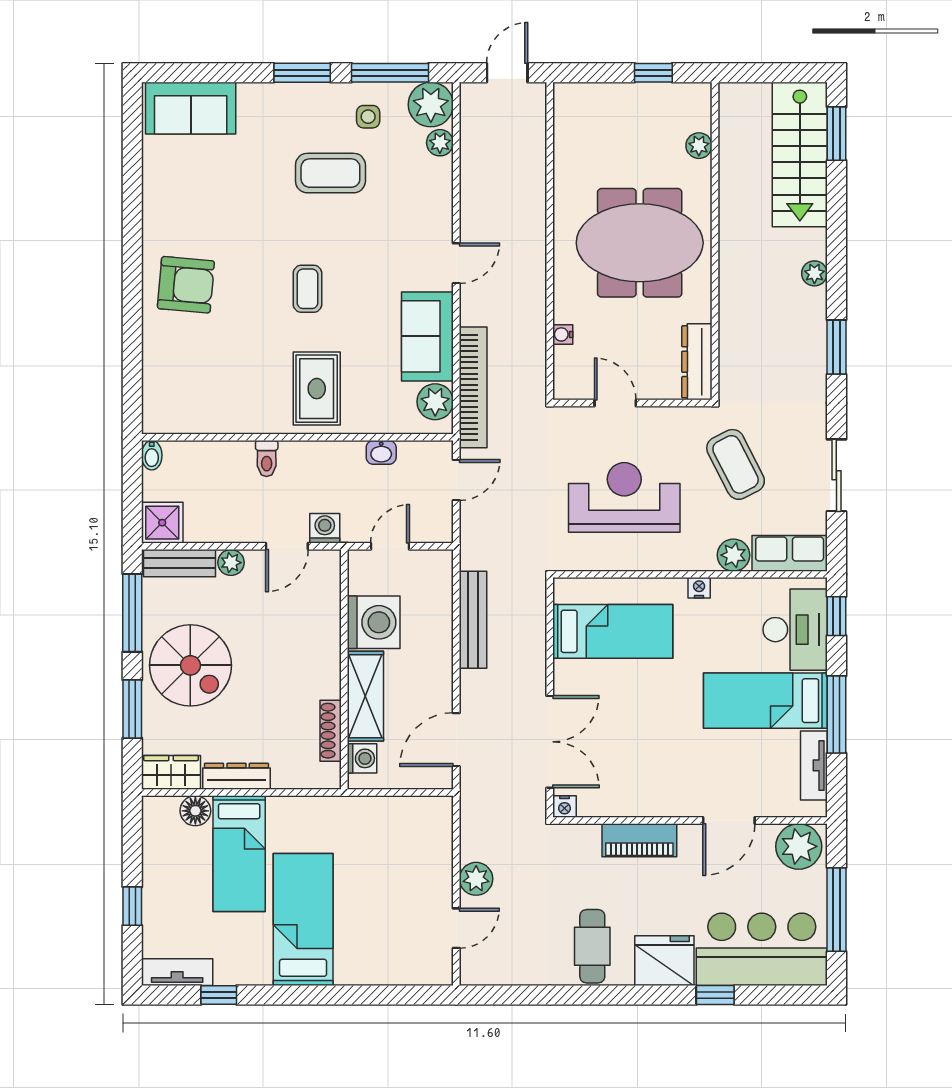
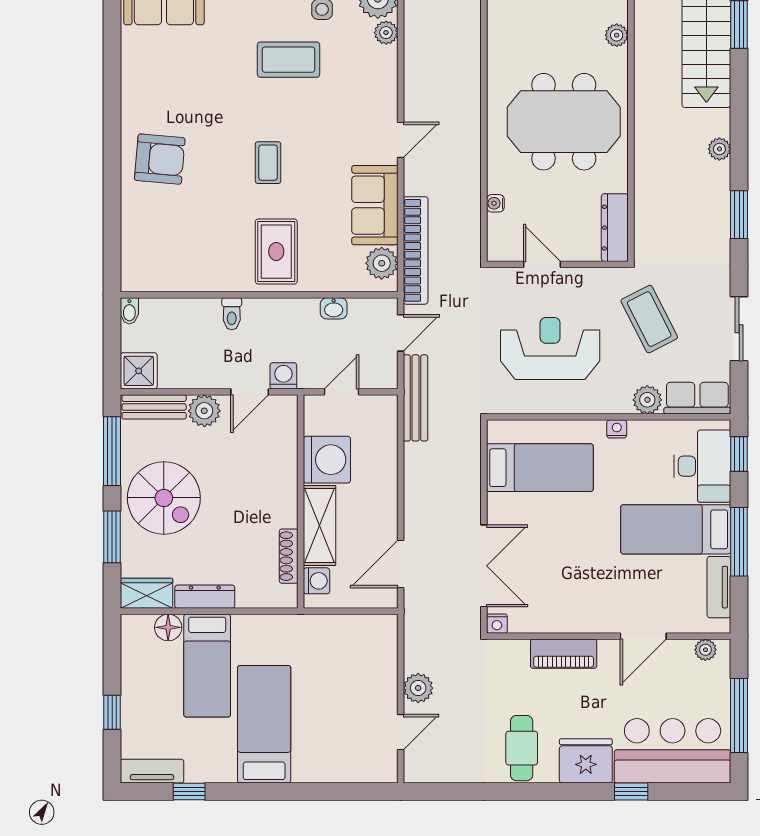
plant: (231, 563) -> (204, 411), width x1.38, depth x1.38
bench: (473, 620) -> (415, 398), moved
plant: (799, 846) -> (705, 650), width x0.53, depth x0.53

